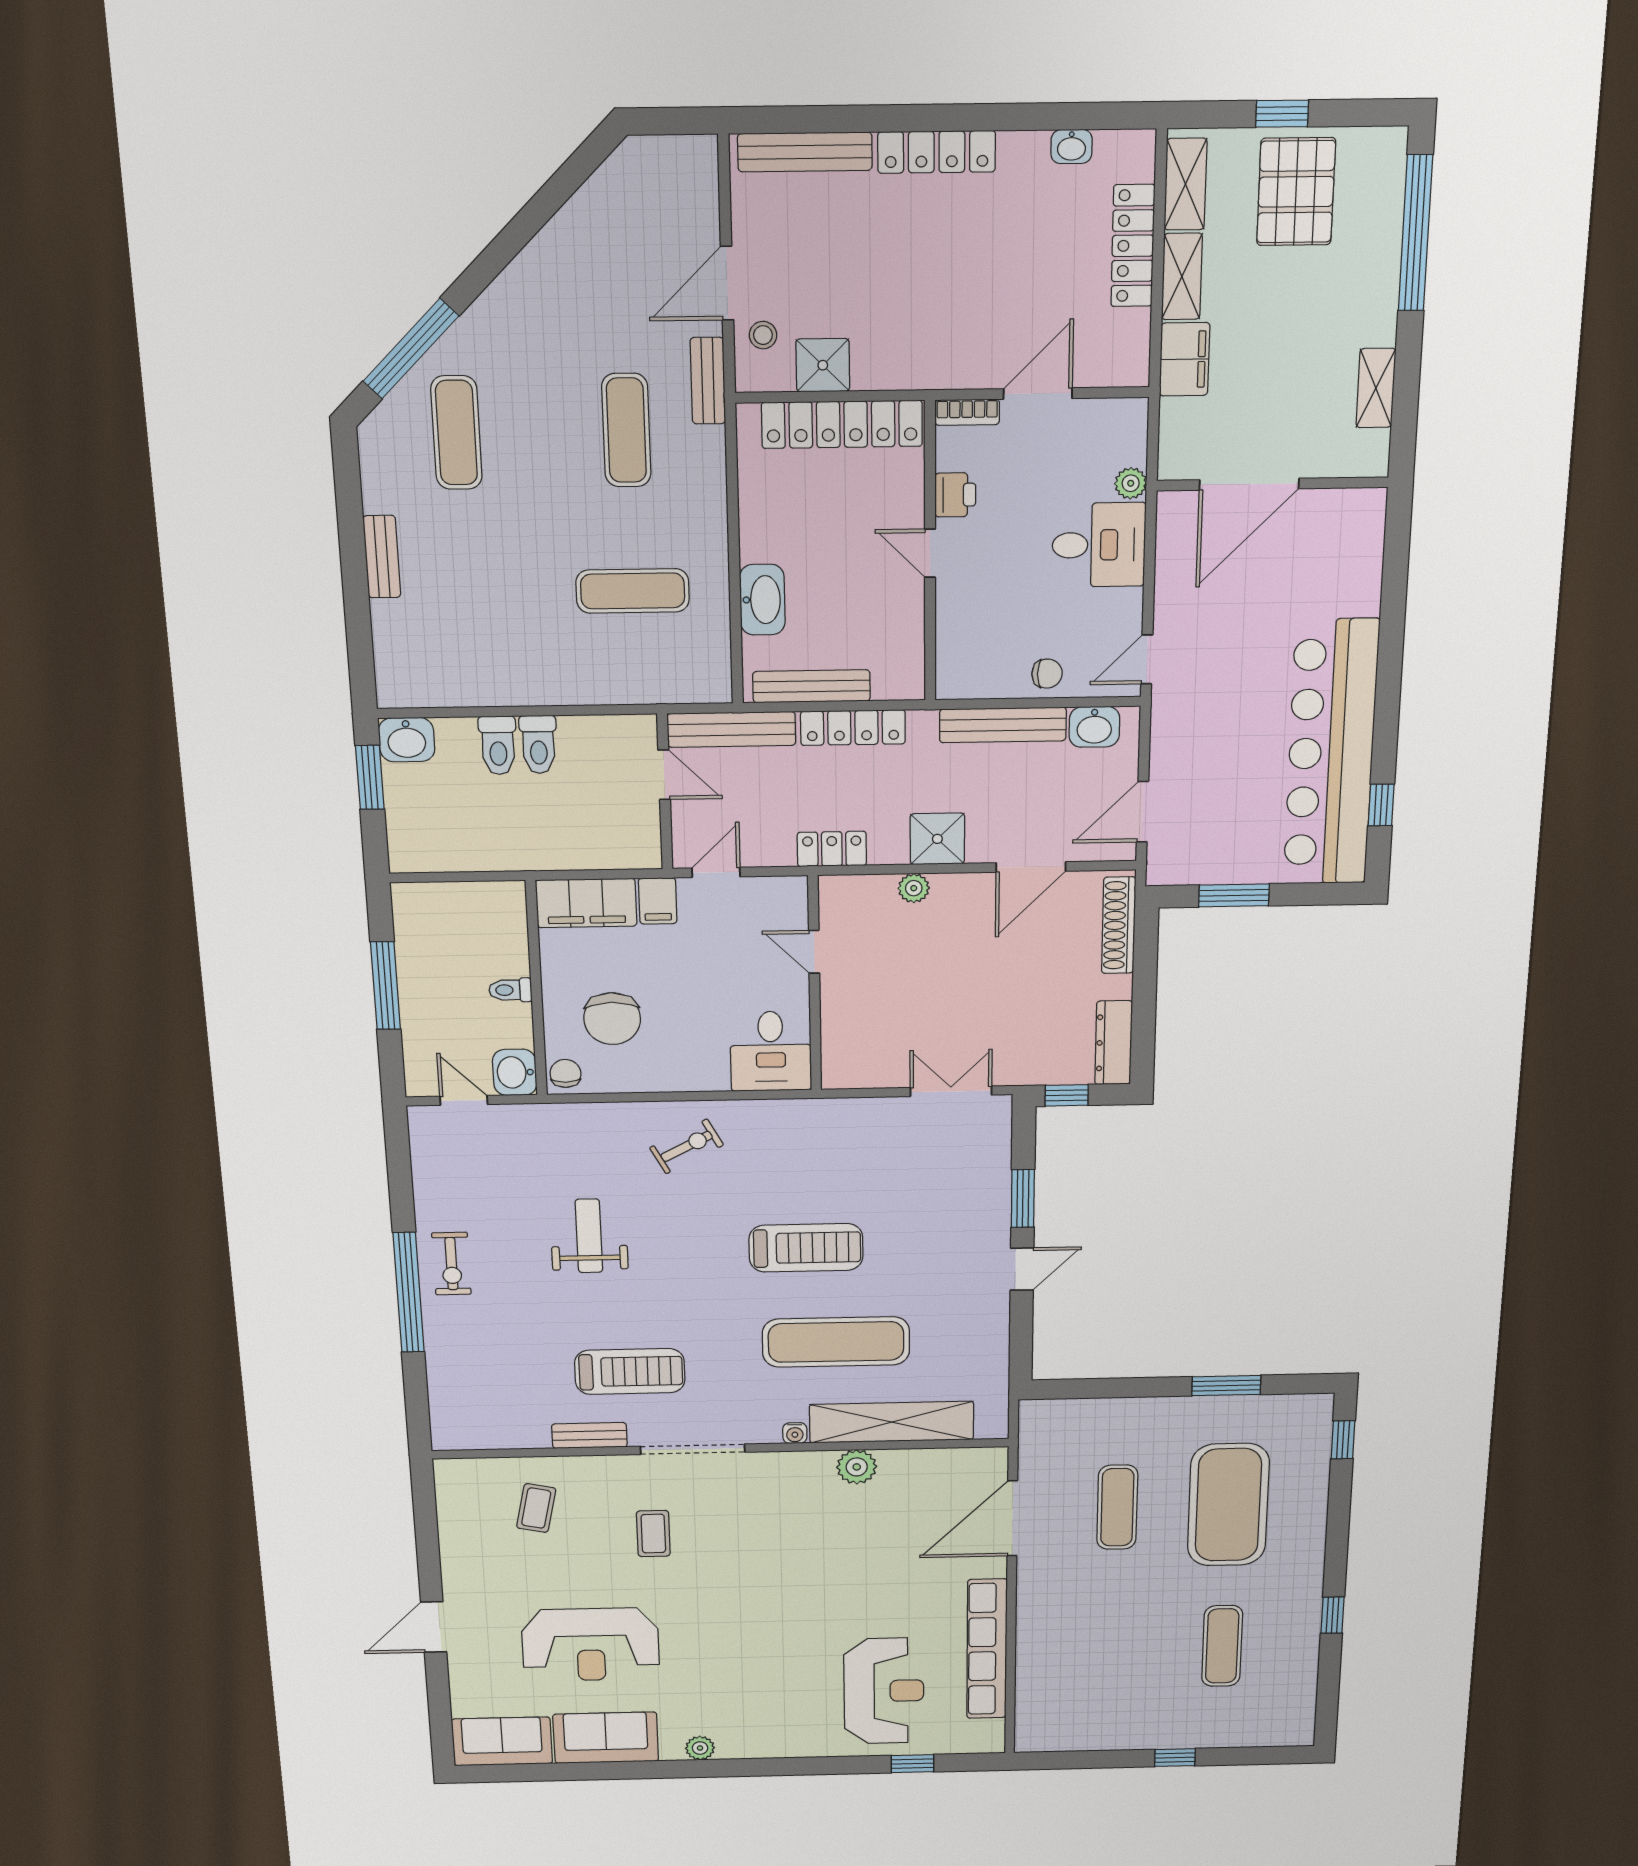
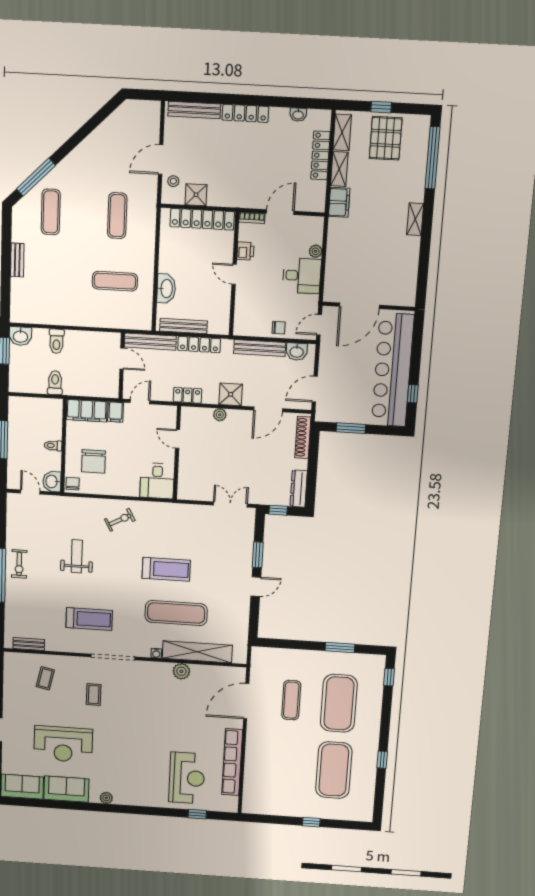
bench: (708, 381) -> (151, 198), removed
door: (1249, 484) -> (359, 306), moved
wall: (1273, 484) -> (369, 306), moved
toilet: (538, 744) -> (55, 383), moved, turned 180
bench: (589, 1435) -> (29, 644), moved
exercise mat: (1222, 1646) -> (334, 770), width x2.00, depth x1.45

